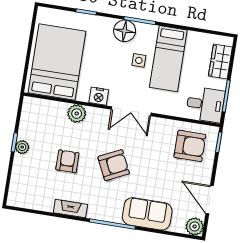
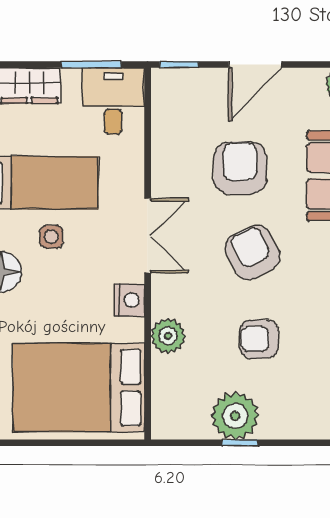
armchair: (190, 146) -> (240, 168), moved
plant: (22, 147) -> (235, 416), width x1.88, depth x1.88
door: (210, 200) -> (255, 65), moved

